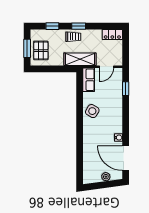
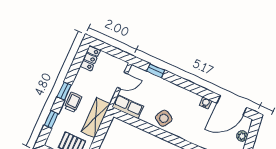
shelving: (80, 59) -> (96, 118), moved
door: (107, 67) -> (122, 81), hinge flipped

